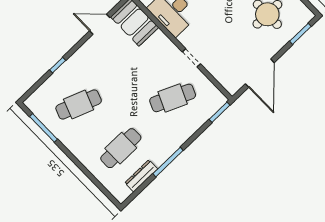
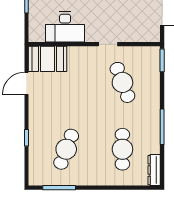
cafe table: (173, 98) -> (122, 82), turned -45
dresser: (141, 176) -> (154, 170), moved

